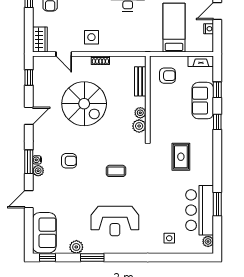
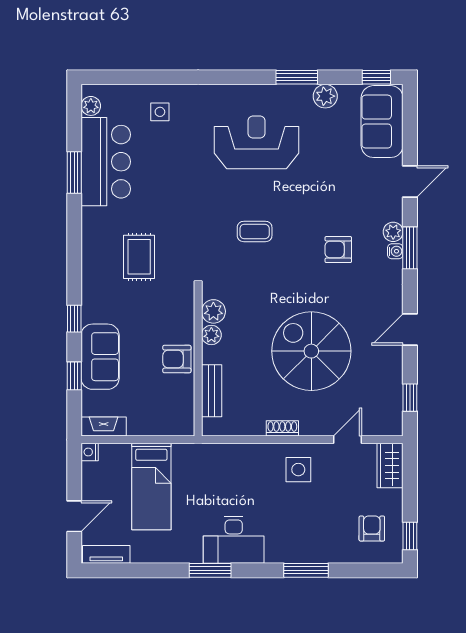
nightstand: (209, 29) -> (90, 452), moved
door: (64, 54) -> (347, 440), hinge flipped
armchair: (167, 76) -> (177, 359), moved

